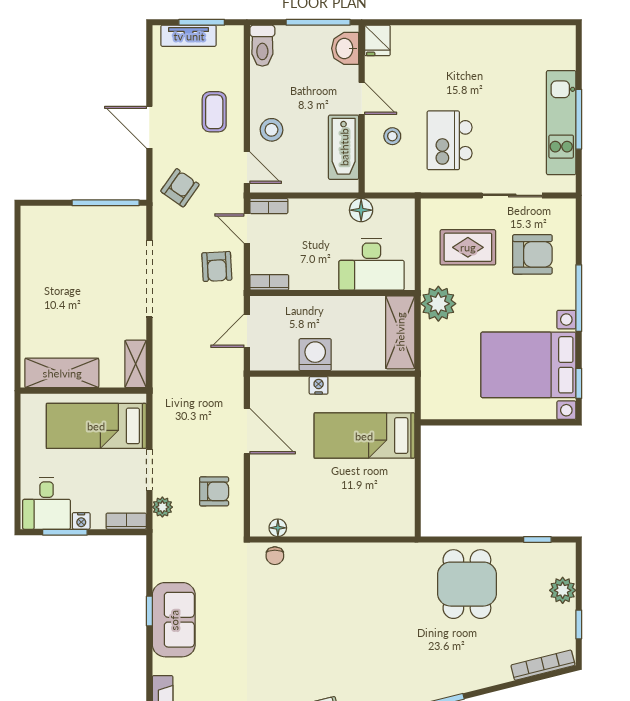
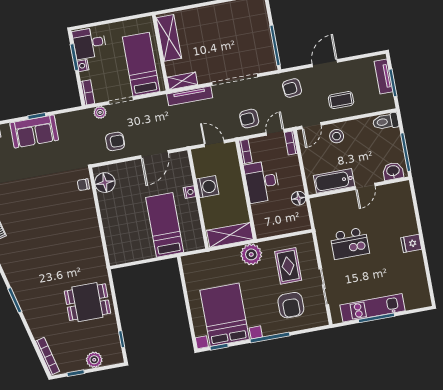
fridge: (377, 40) -> (411, 243), moved
stool: (392, 136) -> (346, 209), removed
kitchen island: (450, 140) -> (350, 243), turned 180
armchair: (180, 188) -> (292, 88), turned 139
desk: (372, 265) -> (262, 182), moved
tv unit: (162, 356) -> (190, 96), added
armchair: (214, 491) -> (115, 141), turned -90
floor lamp: (278, 528) -> (105, 183), width x1.89, depth x1.89

